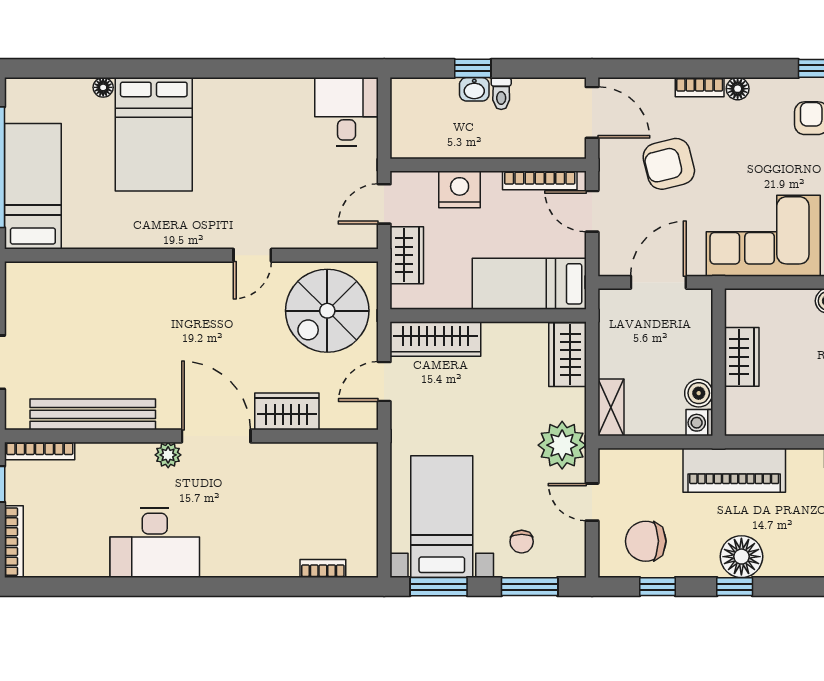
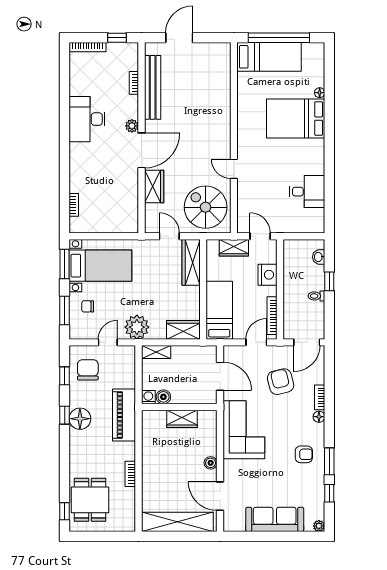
washbasin: (474, 89) -> (319, 257), moved
desk: (347, 112) -> (307, 192), moved
bookcase: (40, 451) -> (134, 83), moved, width x0.64

